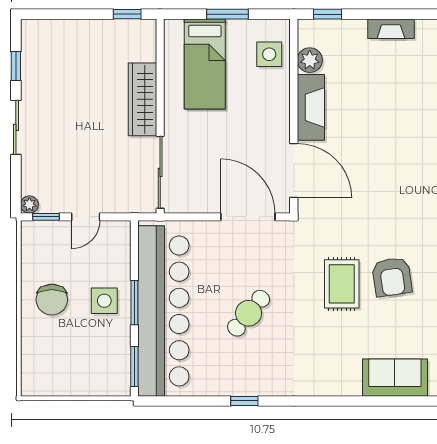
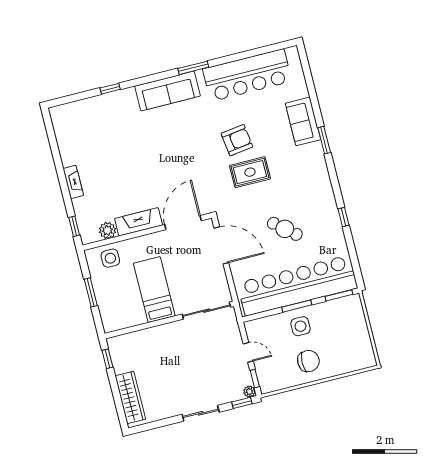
bed: (205, 64) -> (154, 290), moved, turned -90
window: (16, 66) -> (242, 403), moved
wardrobe: (142, 99) -> (130, 397), moved, turned -90
door: (248, 217) -> (221, 245), swing flipped
window: (361, 401) -> (324, 140), added

